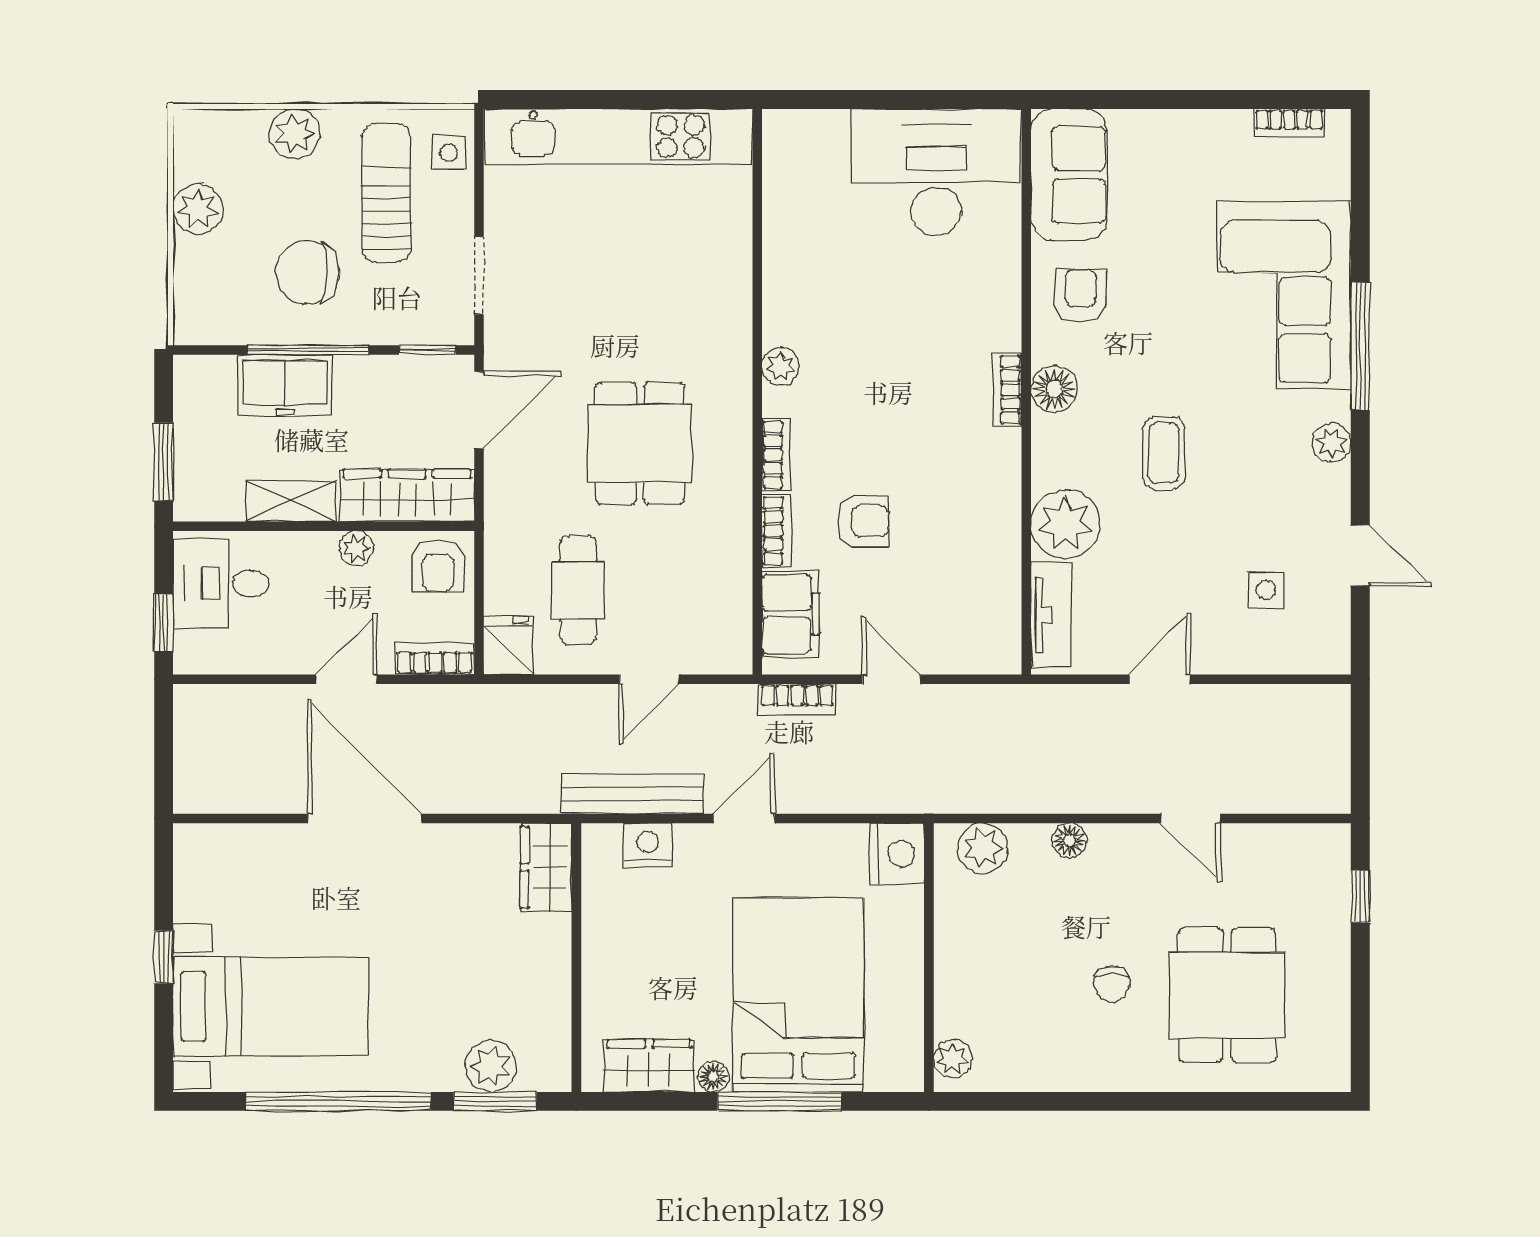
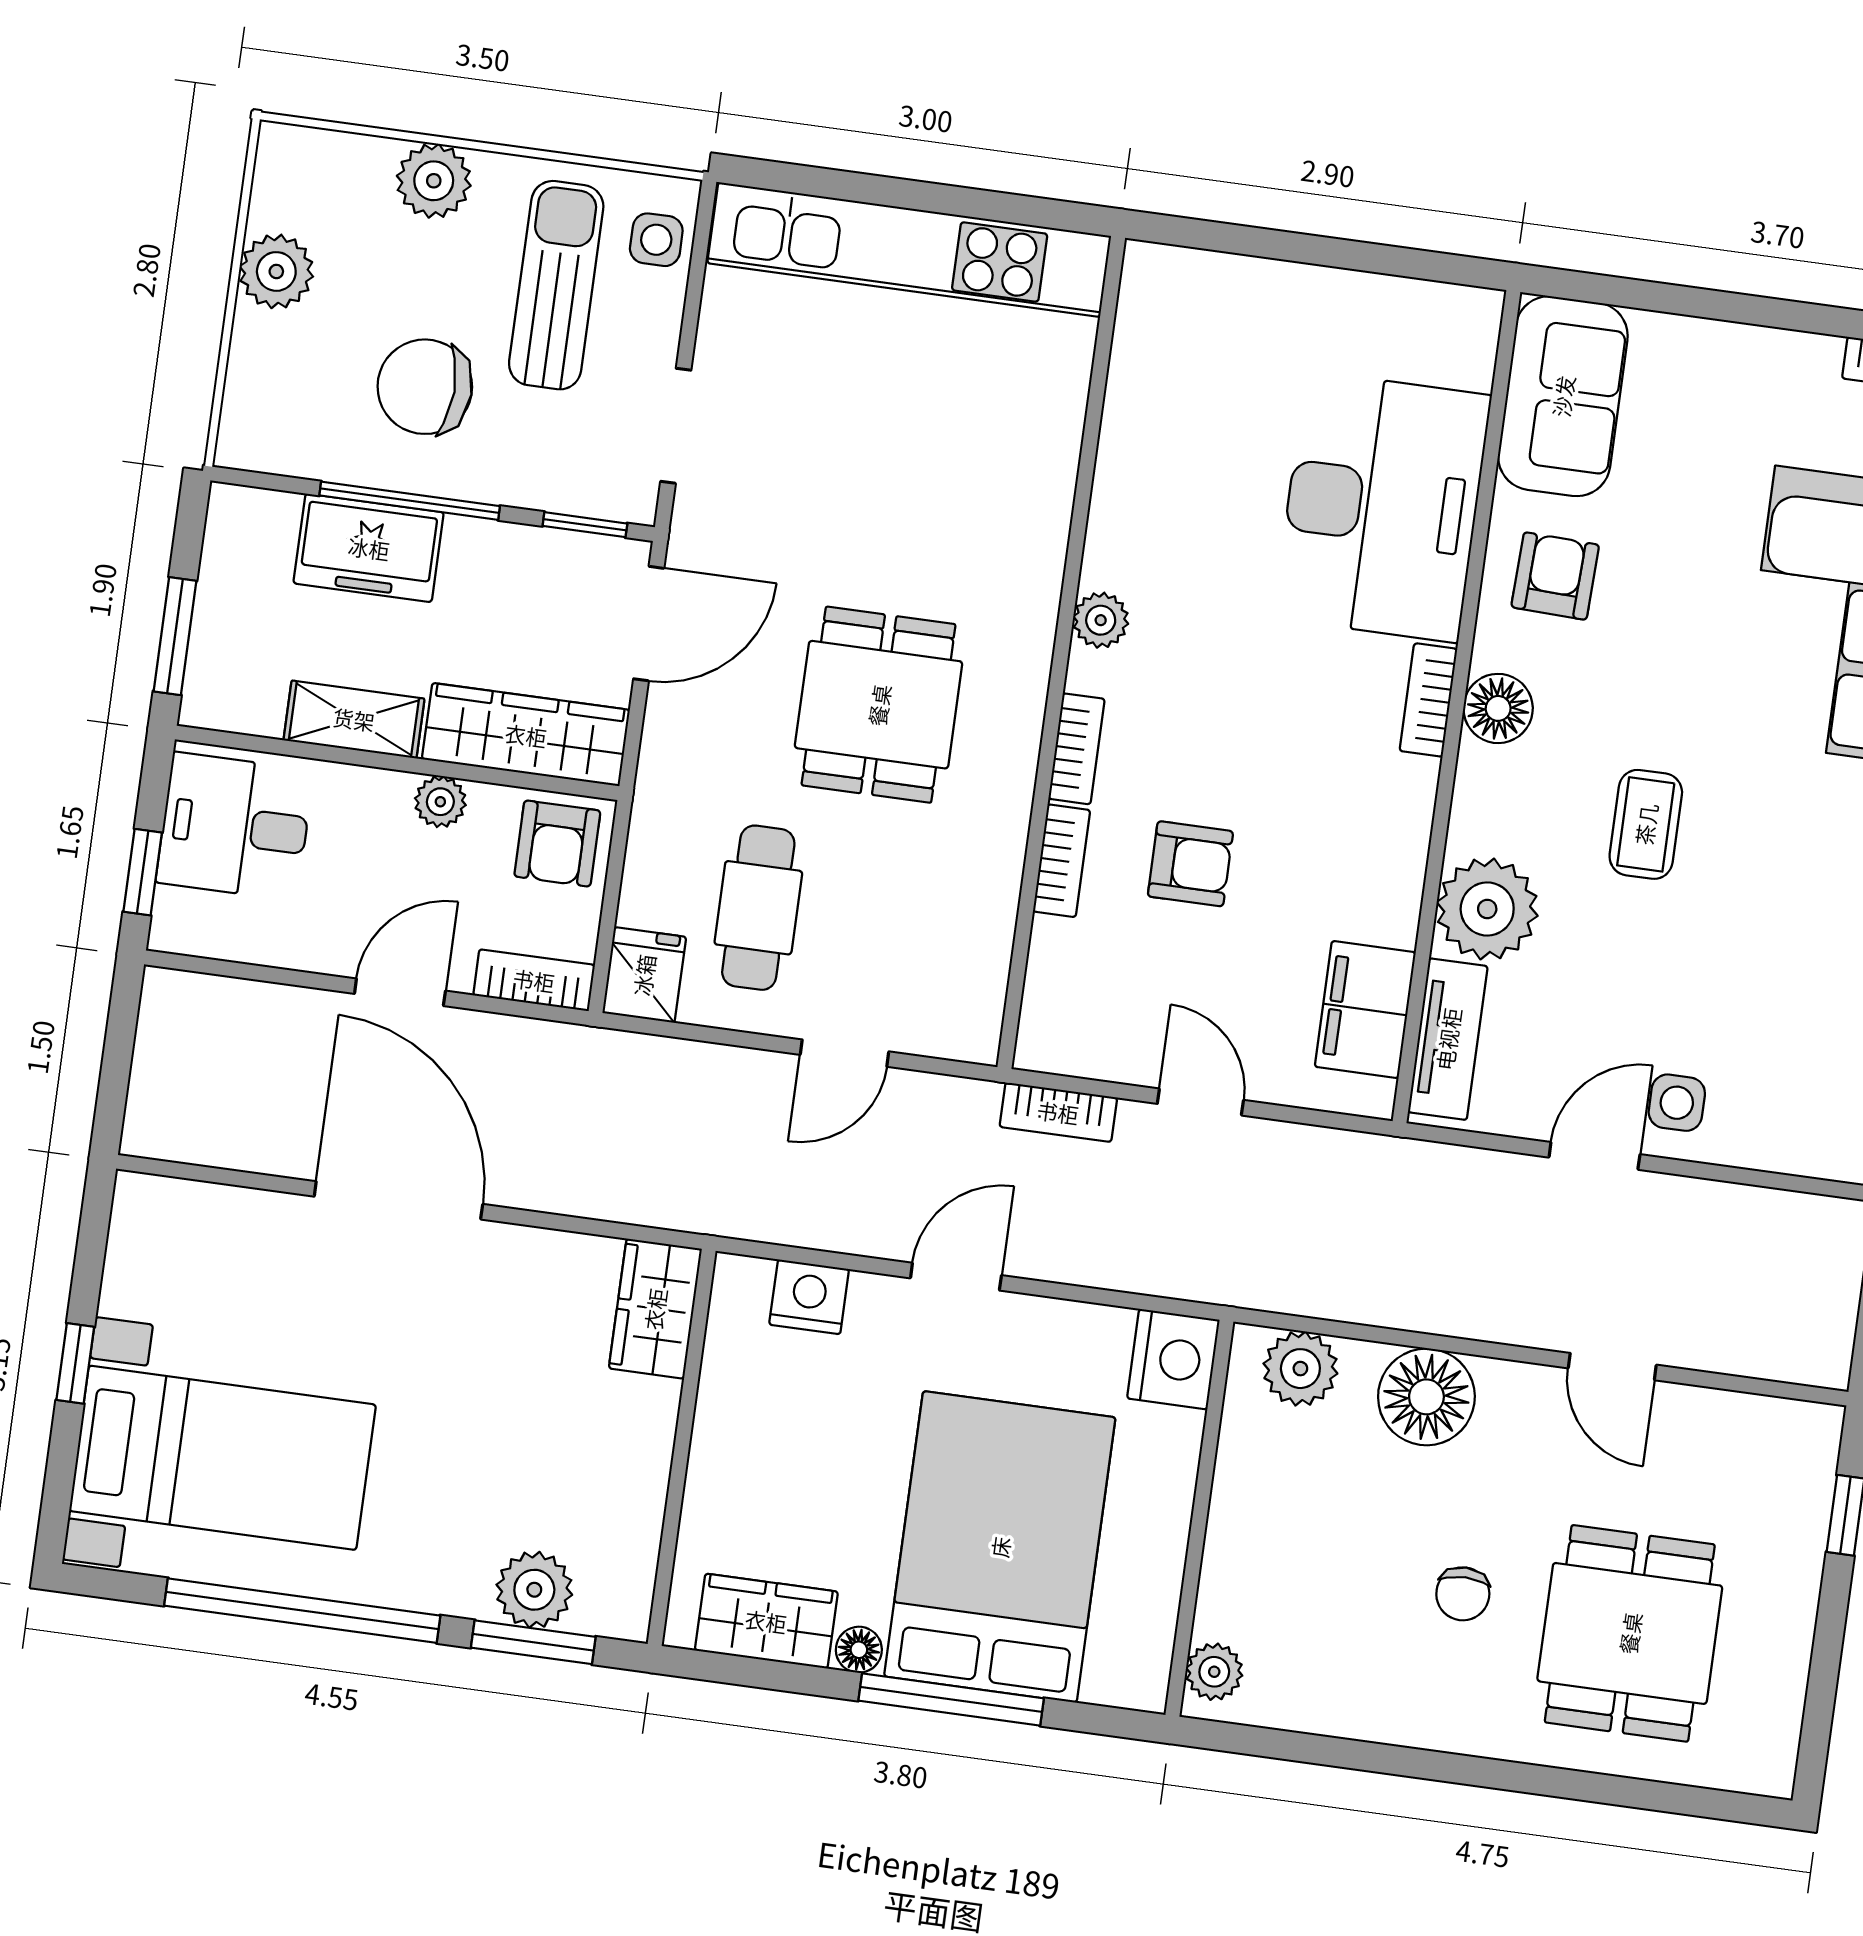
desk: (936, 172) -> (1382, 507), moved, turned 90
side table: (1266, 590) -> (1677, 1103), moved
filing cabinet: (791, 614) -> (1365, 1010), moved, turned 180
bench: (633, 794) -> (797, 1218), removed
floor lamp: (1069, 840) -> (1426, 1397), width x1.89, depth x1.89

